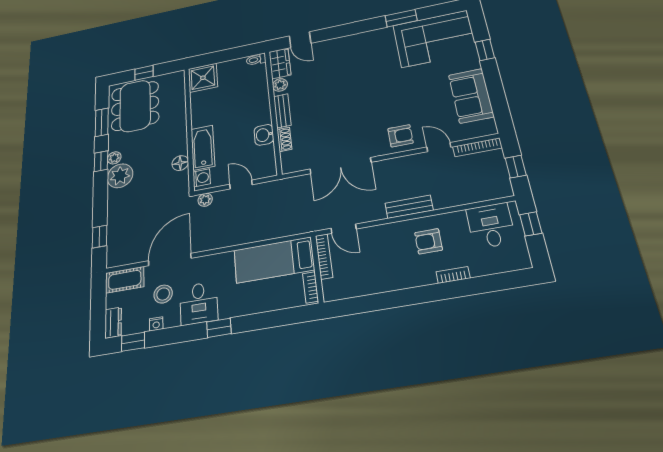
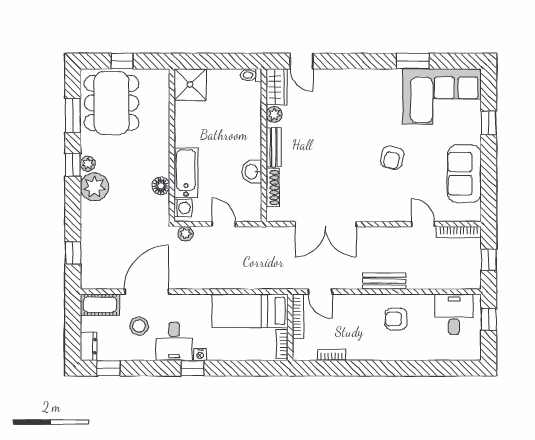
armchair: (400, 136) -> (392, 158), moved, turned 102
shoe rack: (284, 139) -> (273, 188), width x1.43
bookcase: (453, 275) -> (332, 355), moved
nightstand: (156, 324) -> (200, 354), moved

